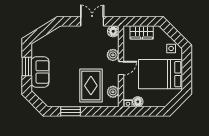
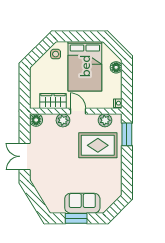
double door: (92, 21) -> (25, 156), moved
wardrobe: (142, 32) -> (53, 101), moved, turned -90
floor lamp: (138, 102) -> (116, 67), moved
window: (70, 111) -> (127, 134), moved

